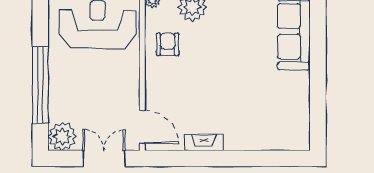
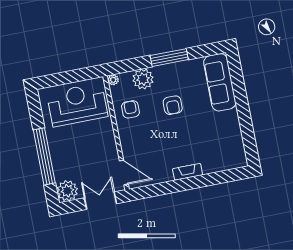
armchair: (225, 50) -> (173, 105), added
fireplace: (204, 142) -> (188, 172), moved

